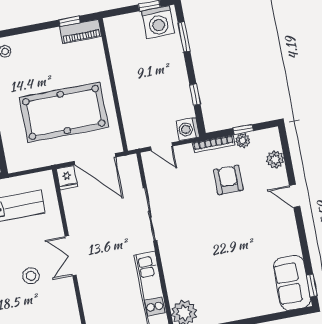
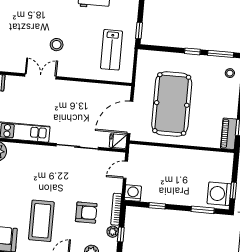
fridge: (67, 177) -> (118, 141), moved
coffee table: (254, 232) -> (41, 221), added
double door: (71, 256) -> (41, 76), moved

